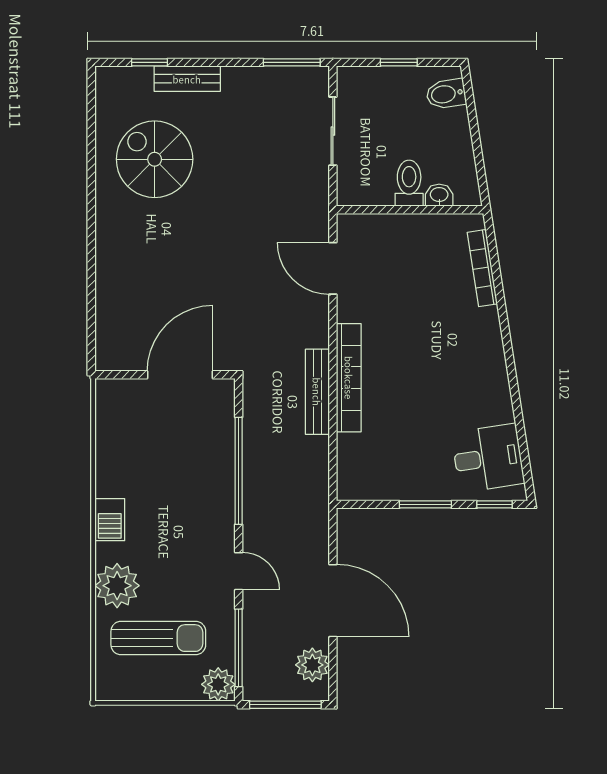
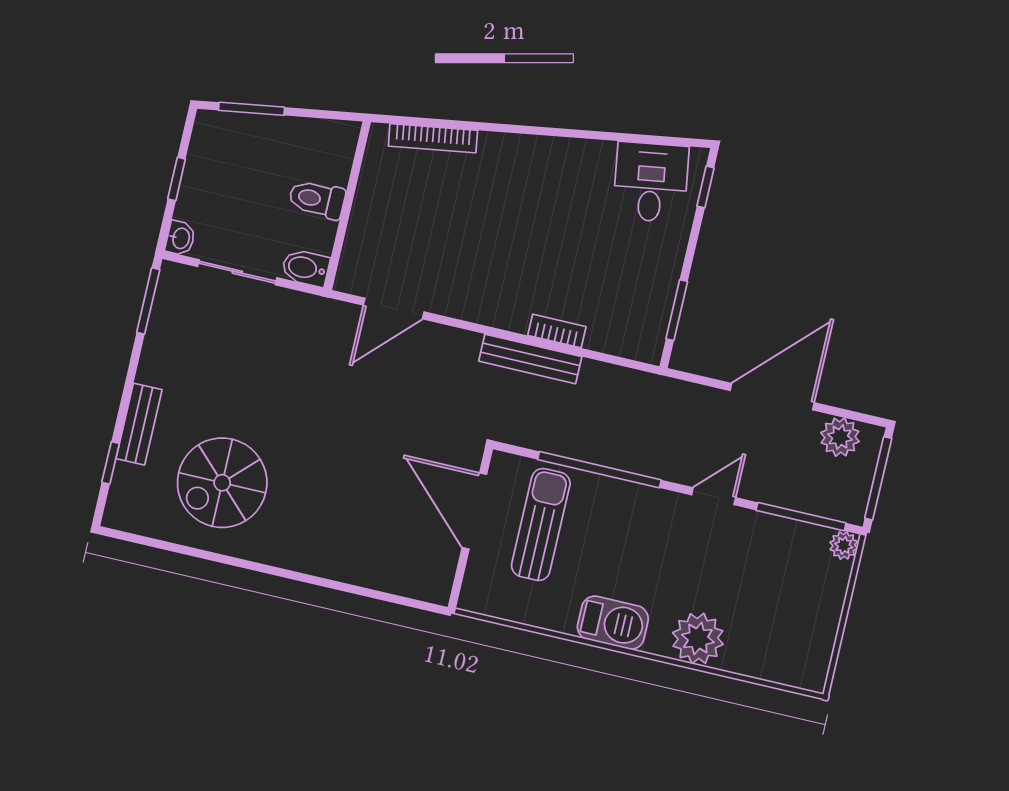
bidet: (446, 94) -> (306, 268), moved, turned 99
window: (472, 111) -> (251, 109), added
washbasin: (439, 195) -> (180, 238), moved, turned 180
bookcase: (349, 378) -> (557, 331), width x0.43, depth x0.76
window: (425, 504) -> (677, 310), moved
barbecue: (110, 520) -> (613, 623), width x1.38, depth x1.27
sun lounger: (158, 638) -> (541, 525), moved
plant: (218, 684) -> (844, 545), width x0.73, depth x0.73

